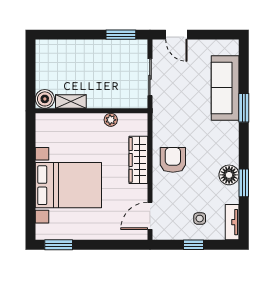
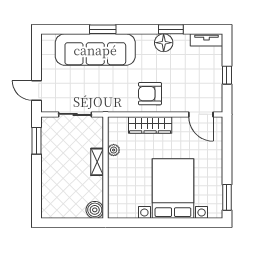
door: (176, 35) -> (36, 91), swing flipped
sofa: (225, 88) -> (95, 50), width x1.36, depth x1.27
shelving: (71, 102) -> (97, 162), moved
side table: (200, 219) -> (203, 69), removed

